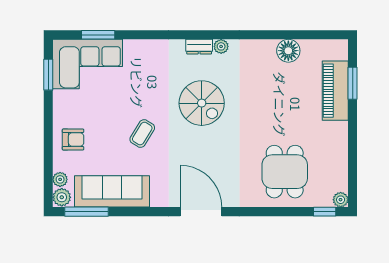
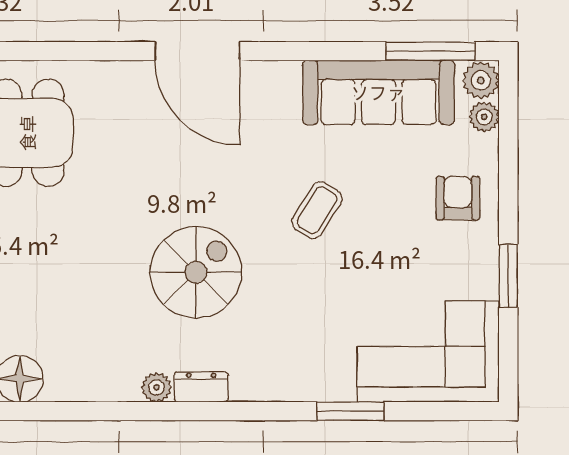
window: (98, 35) -> (350, 411), moved
window: (48, 75) -> (508, 276), moved
spiral stairs: (202, 103) -> (196, 272), turned 90
armchair: (73, 139) -> (458, 198), turned 90

